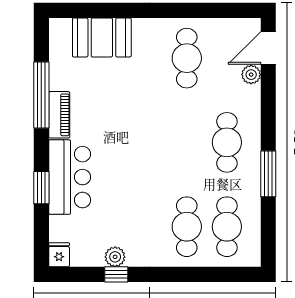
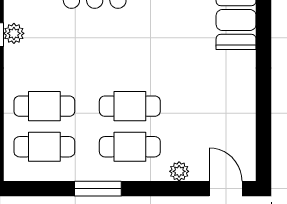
cafe table: (187, 58) -> (130, 106), moved
plant: (251, 75) -> (179, 171), moved

